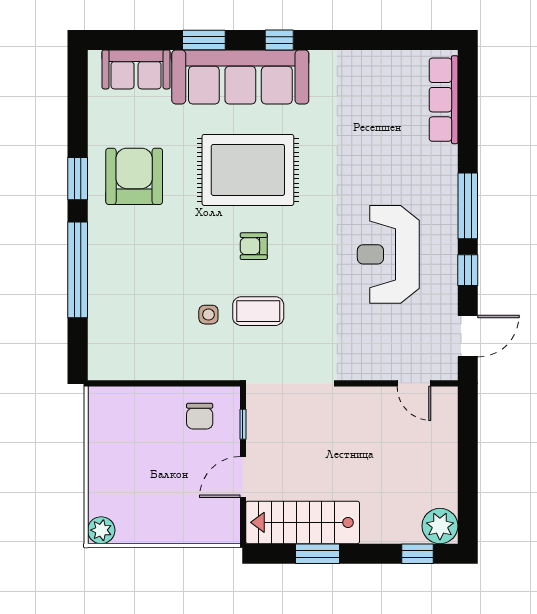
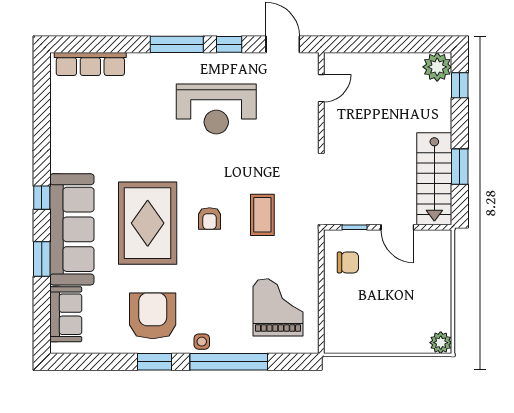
armchair: (134, 176) -> (153, 316), turned 90
side table: (208, 315) -> (202, 342), moved
grand piano: (144, 330) -> (278, 307), added

